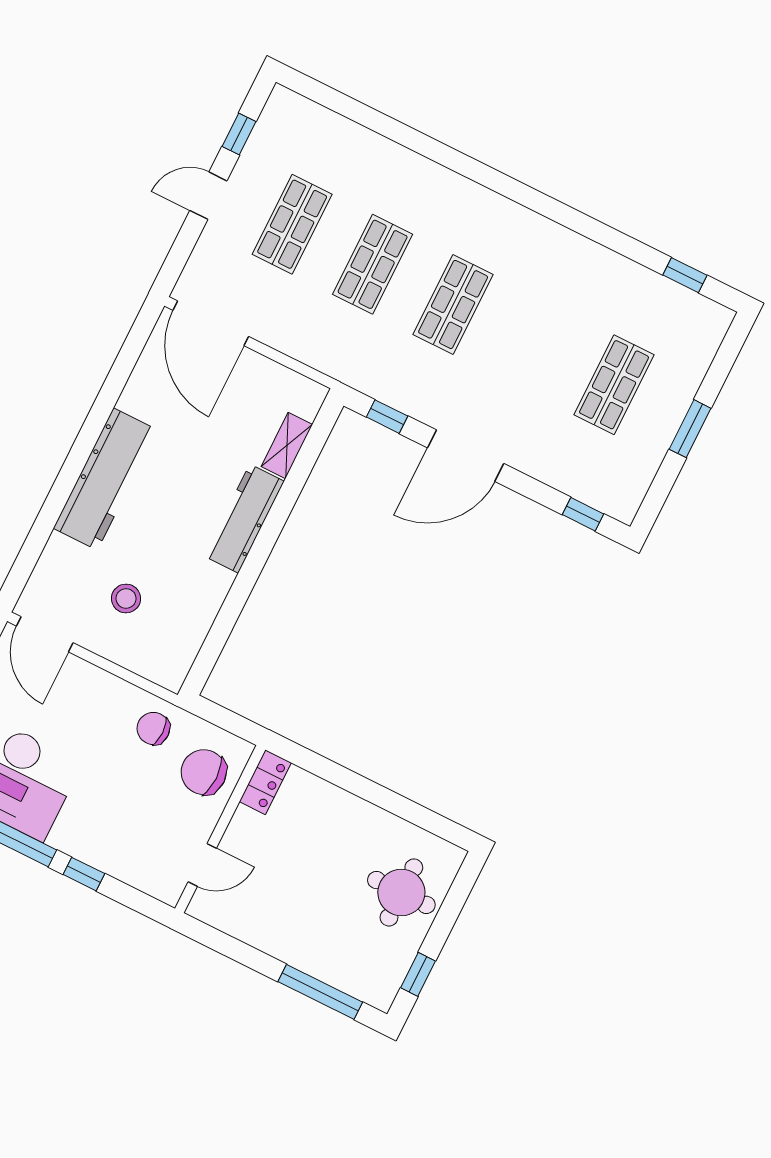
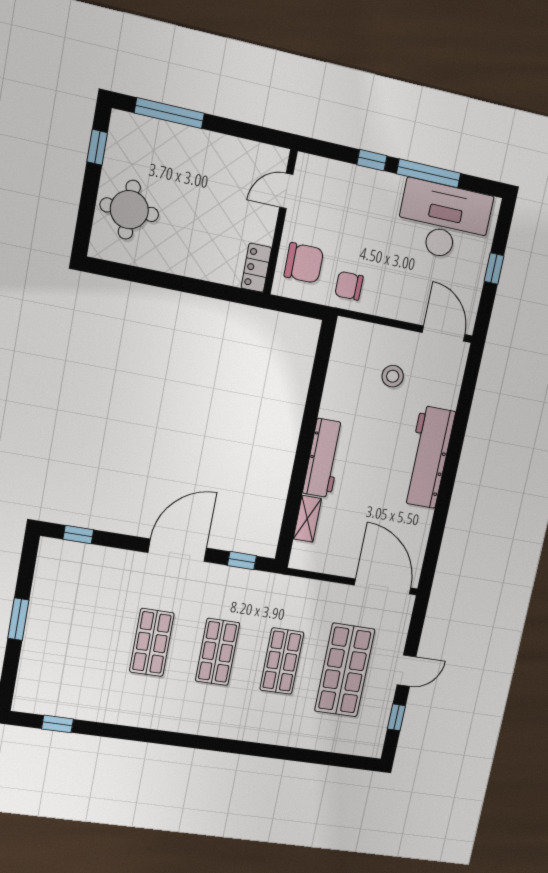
shop shelf: (292, 224) -> (345, 670), width x1.43, depth x1.36
shop shelf: (614, 385) -> (152, 642), moved
chair: (153, 728) -> (349, 286), turned 180

